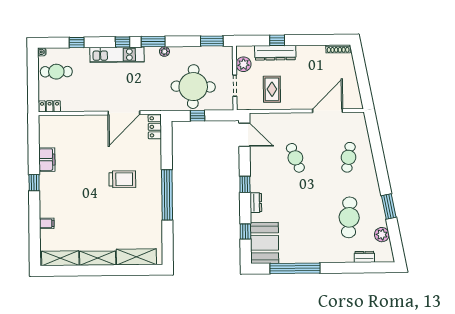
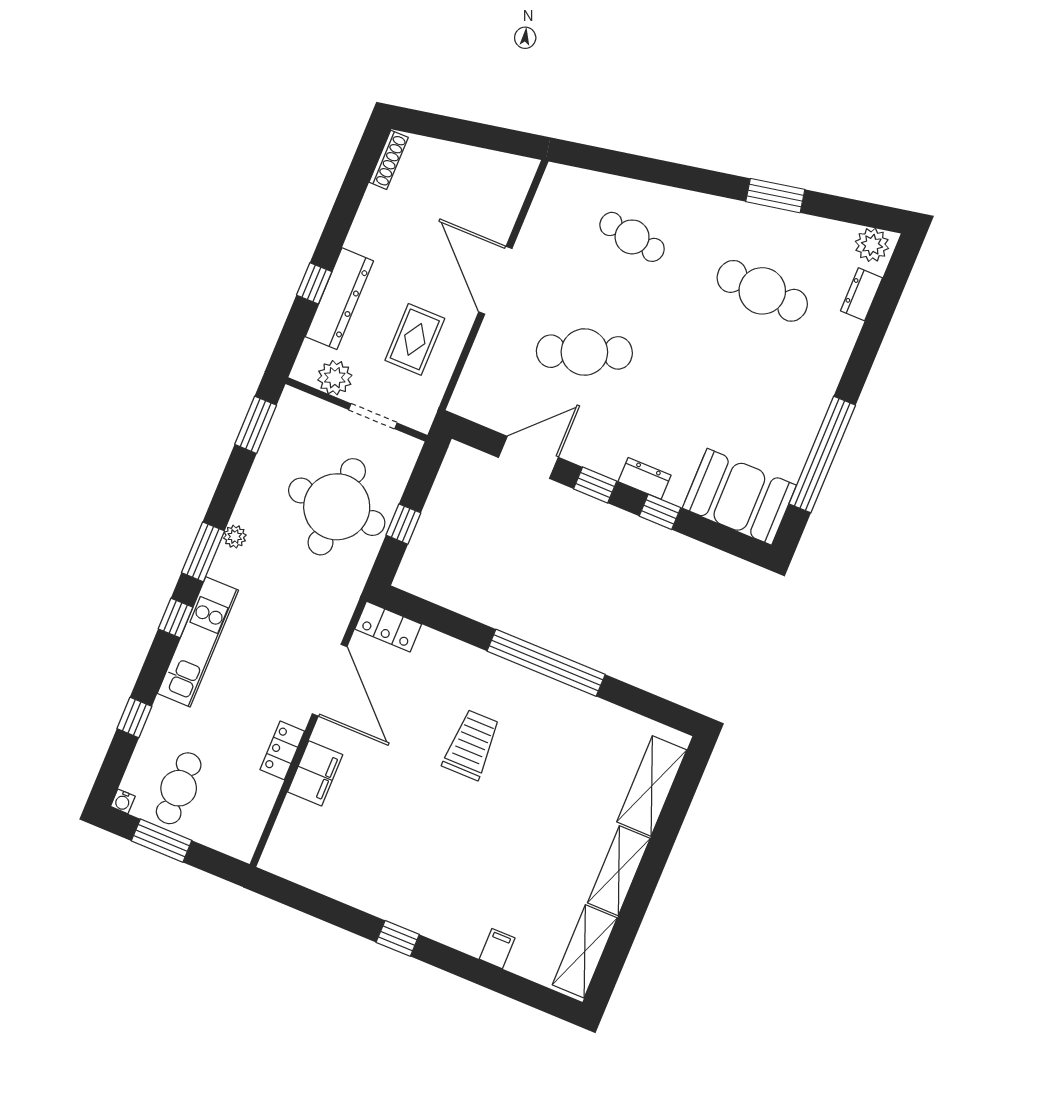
window: (33, 74) -> (162, 841), added
rug: (272, 89) -> (415, 339), turned 90
locker: (50, 106) -> (282, 750), moved
door: (328, 111) -> (495, 280), moved
door: (244, 135) -> (528, 457), moved
cafe table: (295, 158) -> (584, 352), width x1.37, depth x1.35
filing cabinet: (47, 160) -> (315, 773), moved, turned 90
window: (245, 231) -> (660, 512), moved
plant: (382, 235) -> (872, 245), moved

